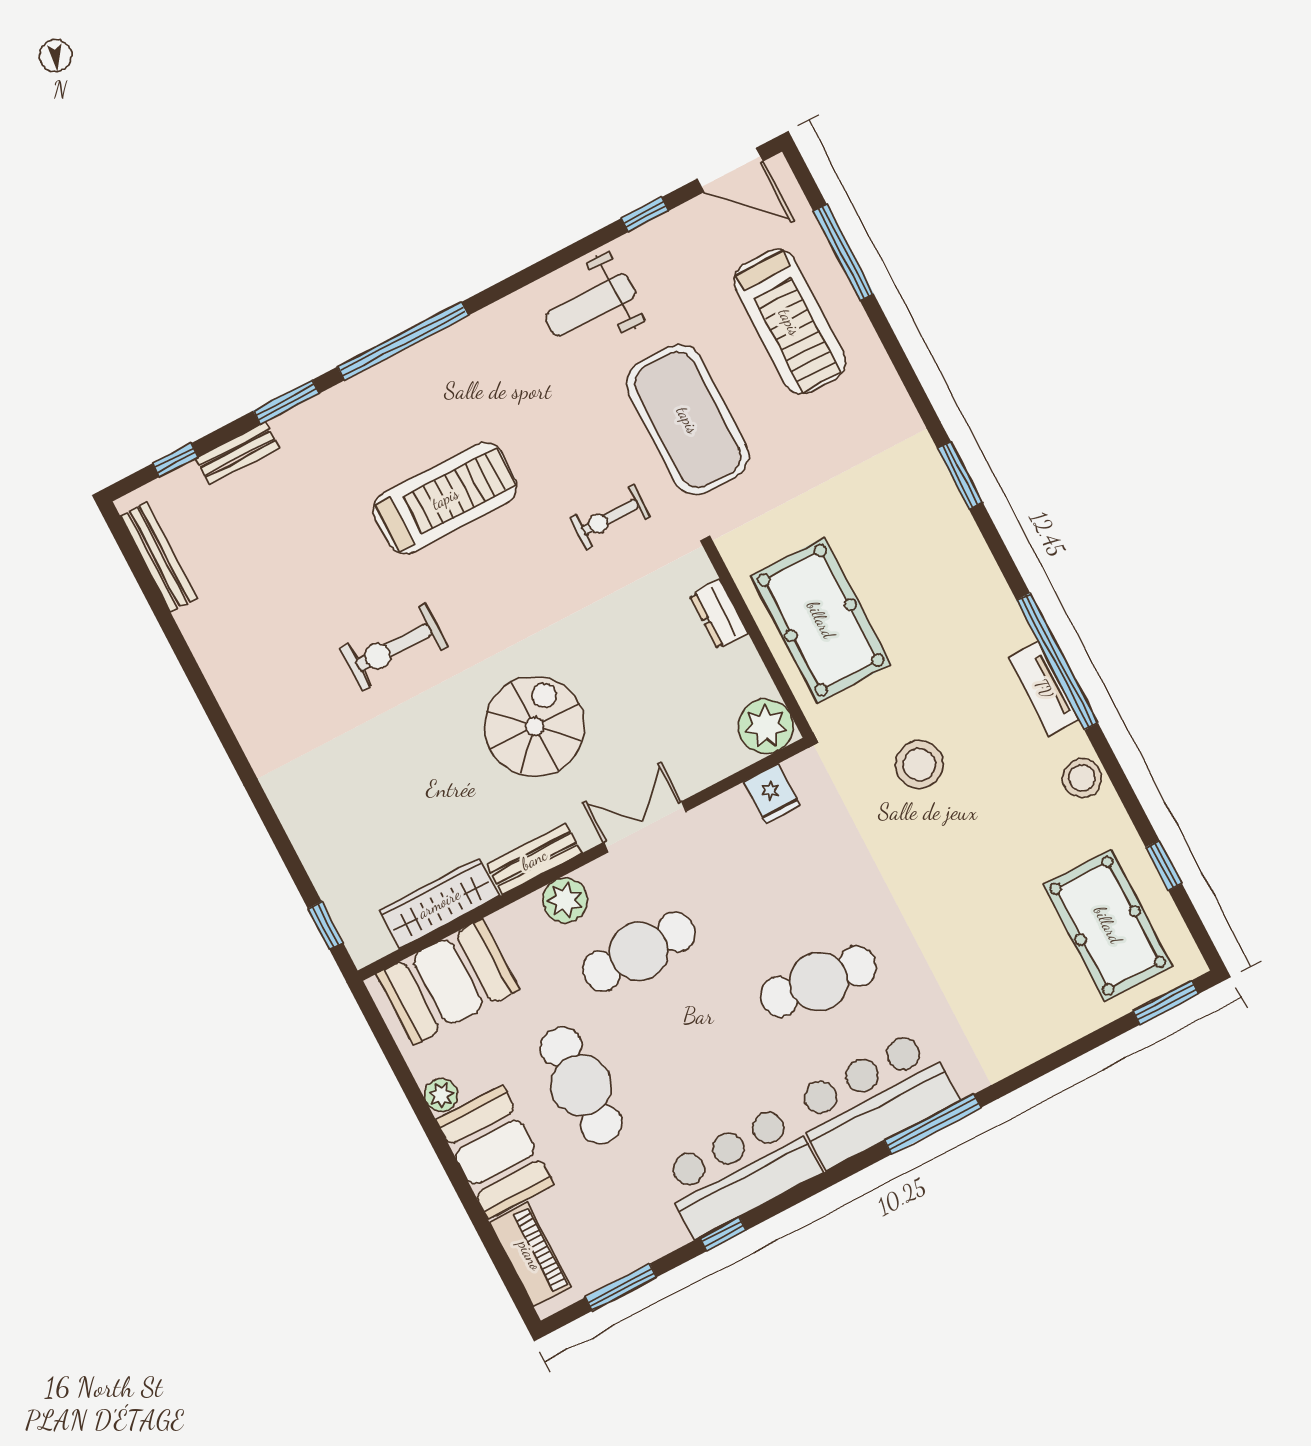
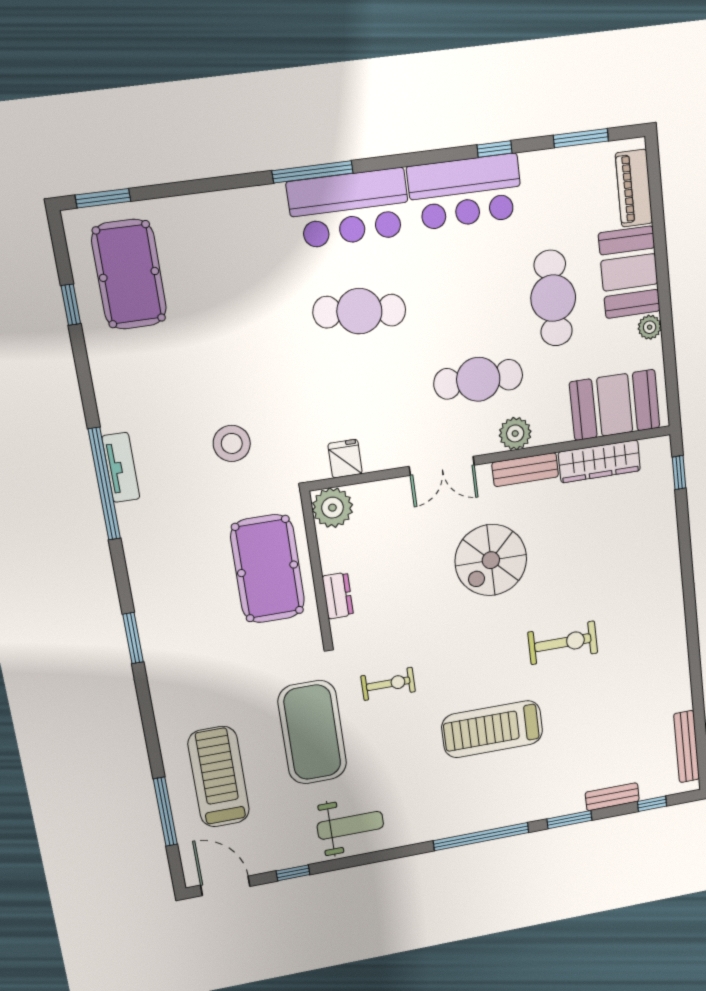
stool: (1082, 778) -> (113, 392), removed

